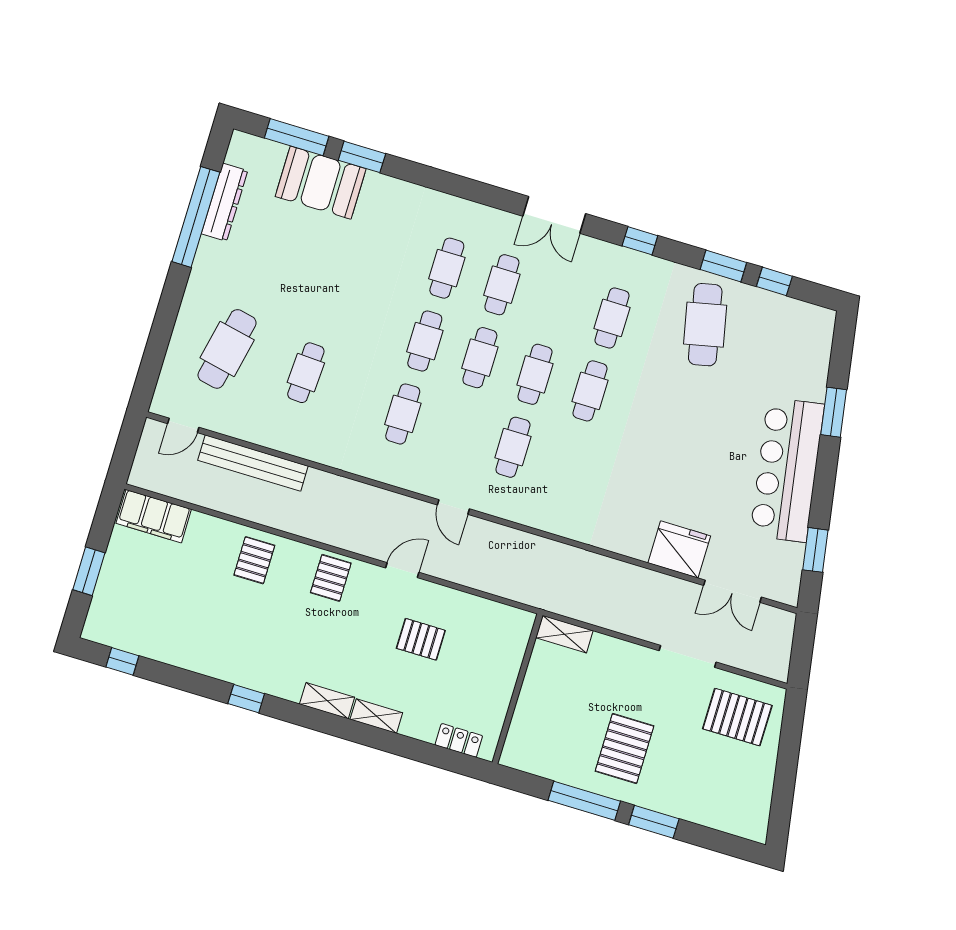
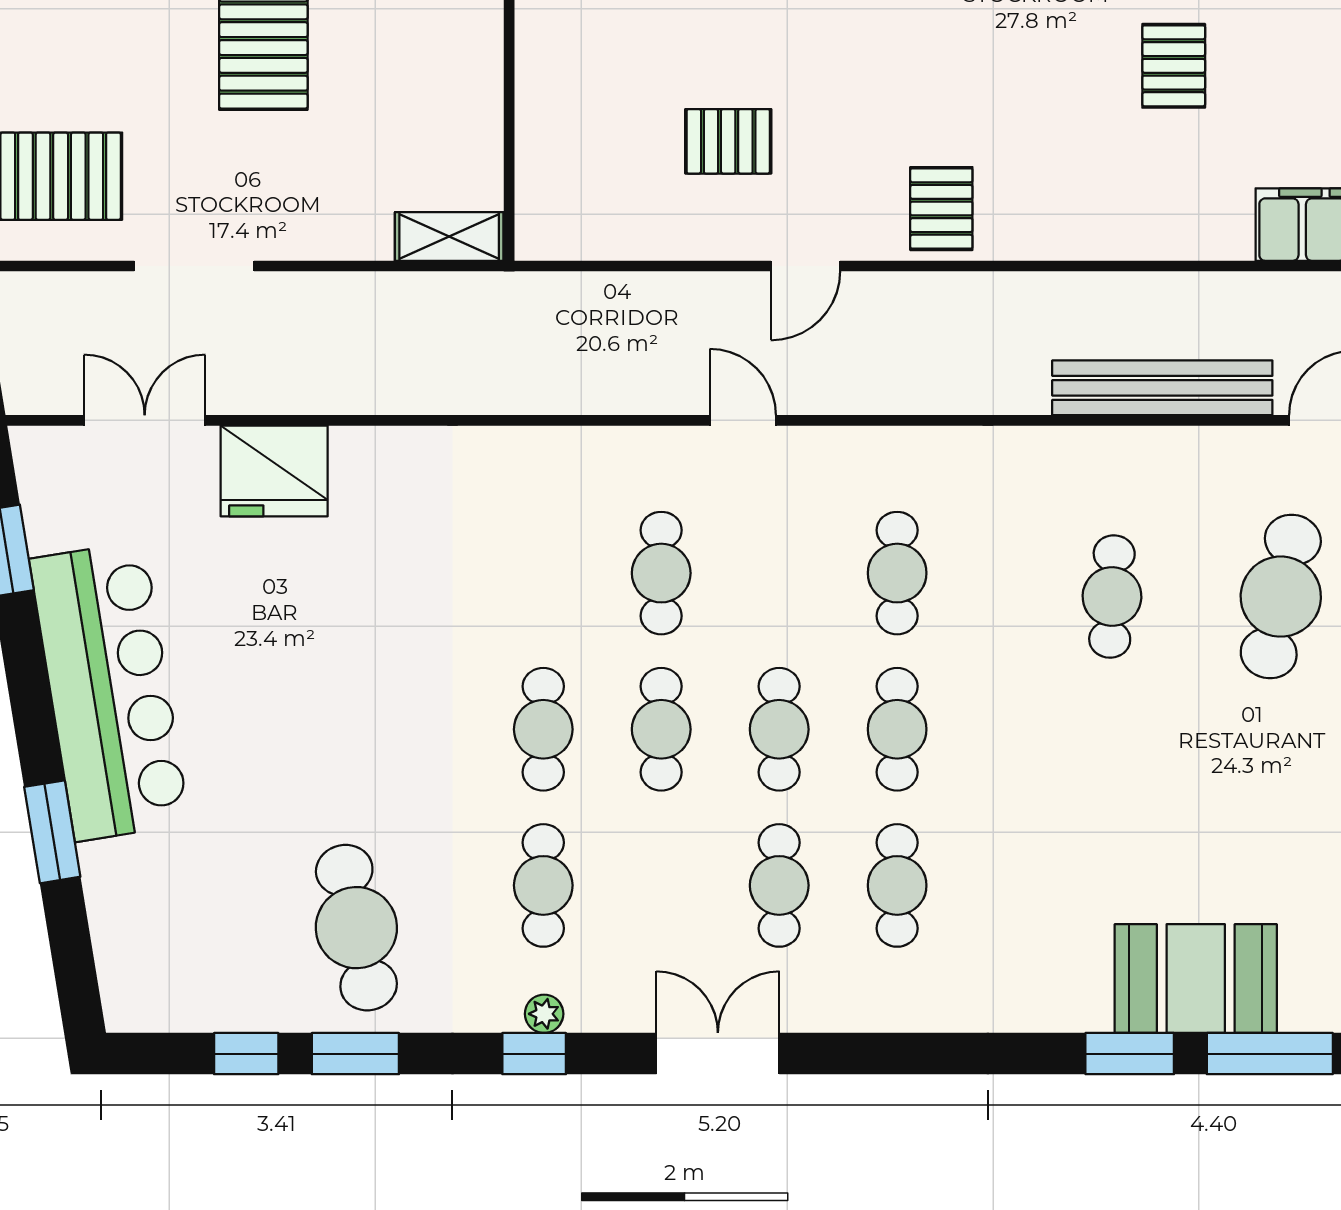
plant: (630, 258) -> (544, 1014), added
pallet: (254, 560) -> (1174, 66), moved

